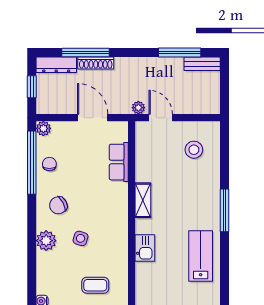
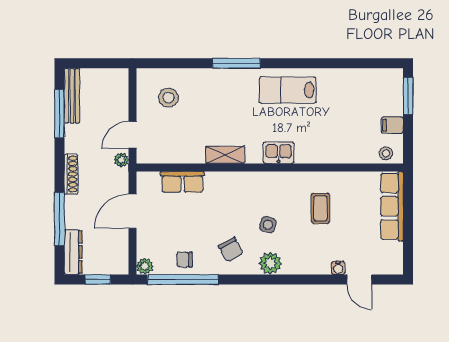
shoe rack: (96, 63) -> (71, 174), moved
bench: (202, 64) -> (72, 96), width x1.36

